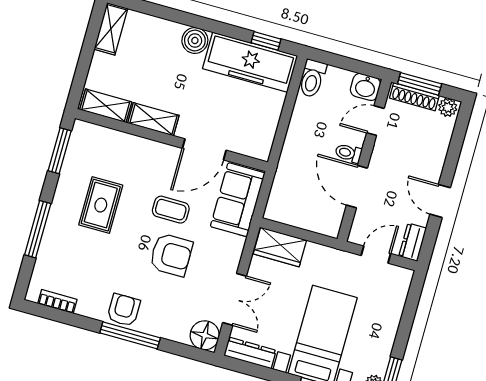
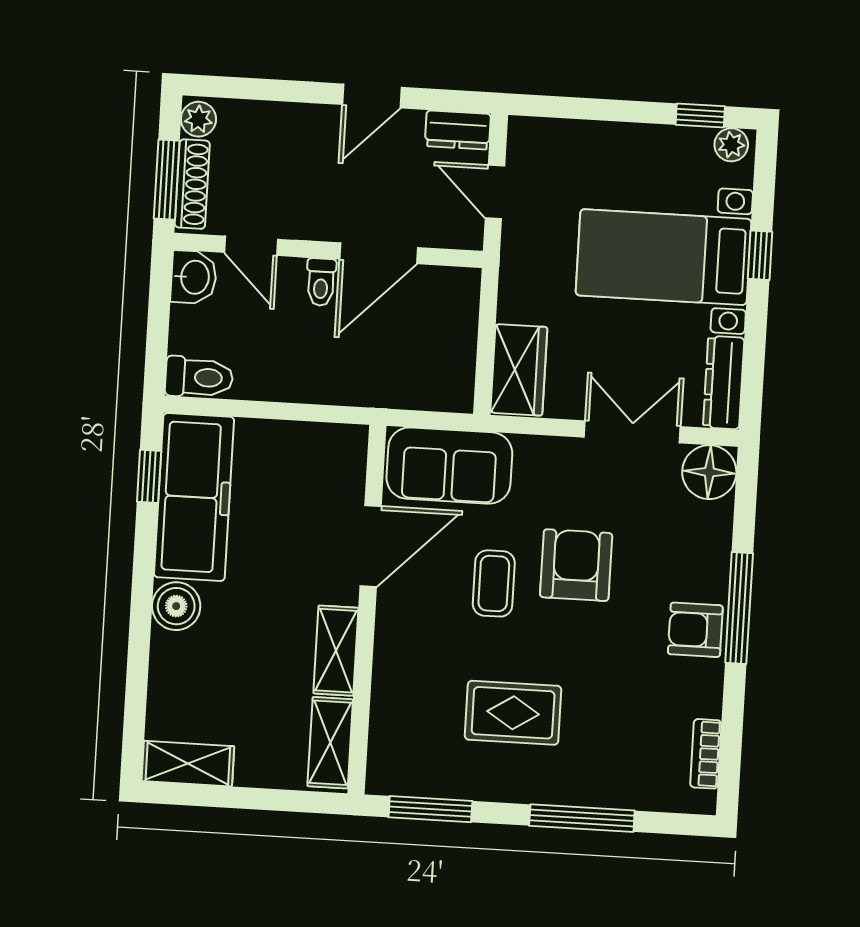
door: (204, 149) -> (371, 546), hinge flipped

